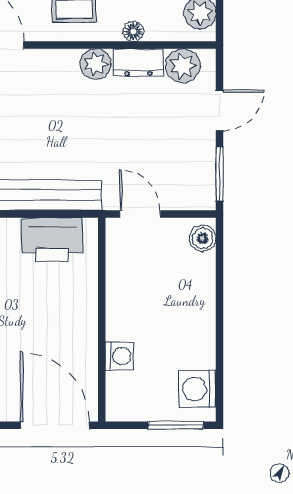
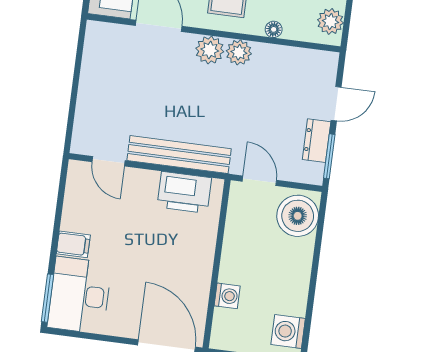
dresser: (138, 63) -> (317, 141), moved, turned 90
plant: (183, 66) -> (210, 50), moved
boiler: (202, 238) -> (298, 216), width x1.86, depth x1.86

